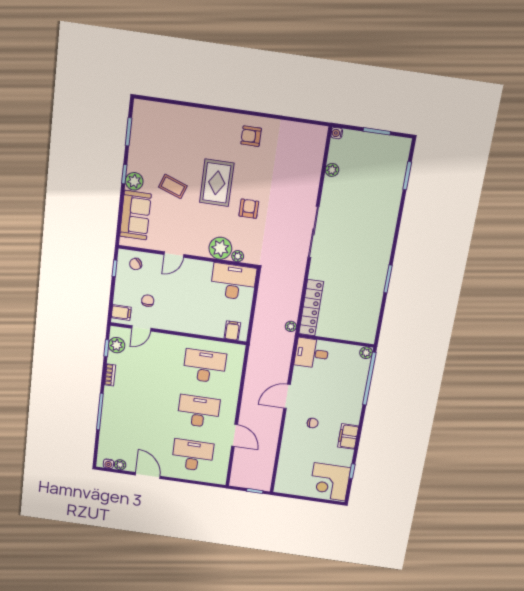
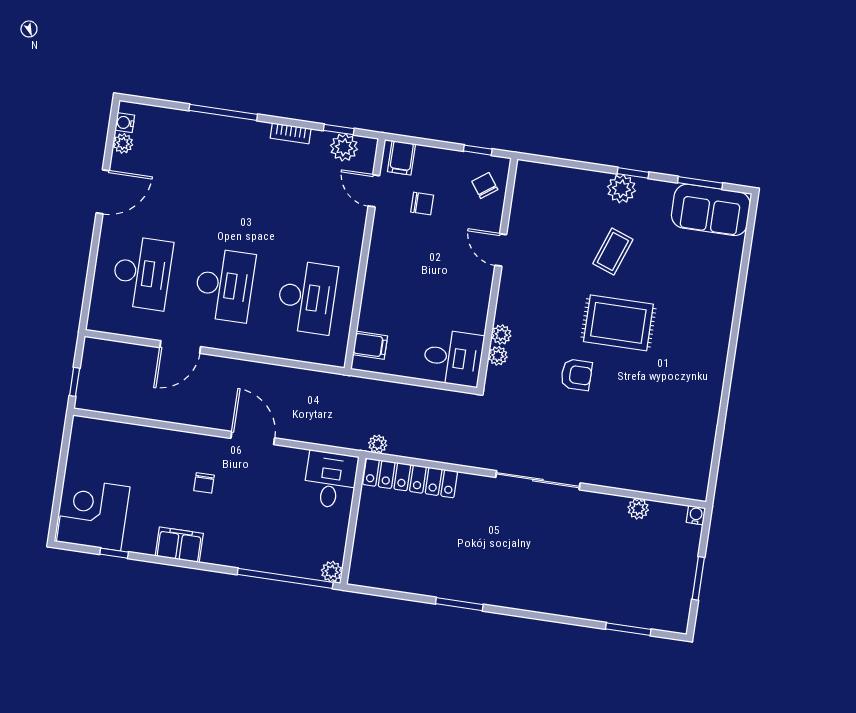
armchair: (251, 136) -> (692, 379), removed
sofa: (135, 215) -> (711, 210), moved
plant: (220, 248) -> (501, 335), width x0.53, depth x0.53
desk: (233, 282) -> (453, 358), width x0.73

